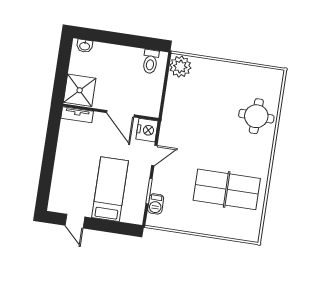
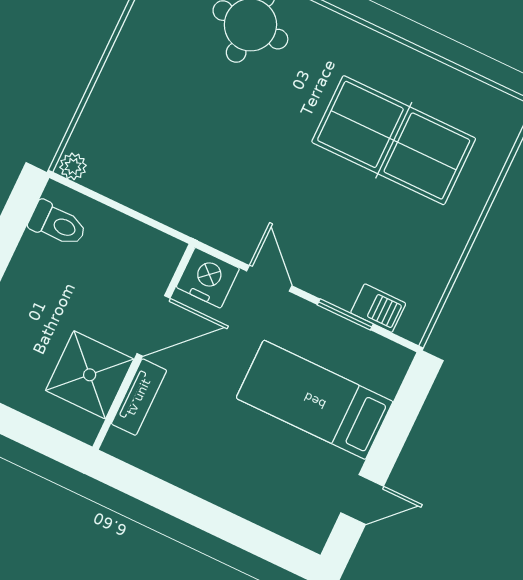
plant: (180, 67) -> (73, 166), width x0.53, depth x0.53
shower: (80, 90) -> (90, 375), moved
tv unit: (77, 115) -> (139, 397), moved
table tennis table: (227, 189) -> (394, 140), turned 90

